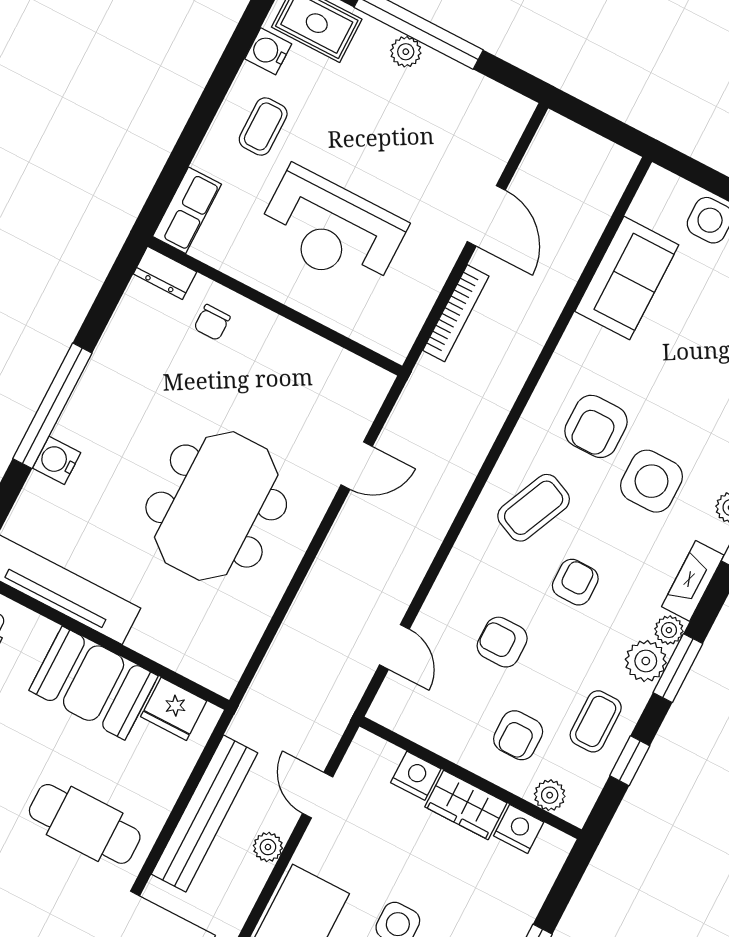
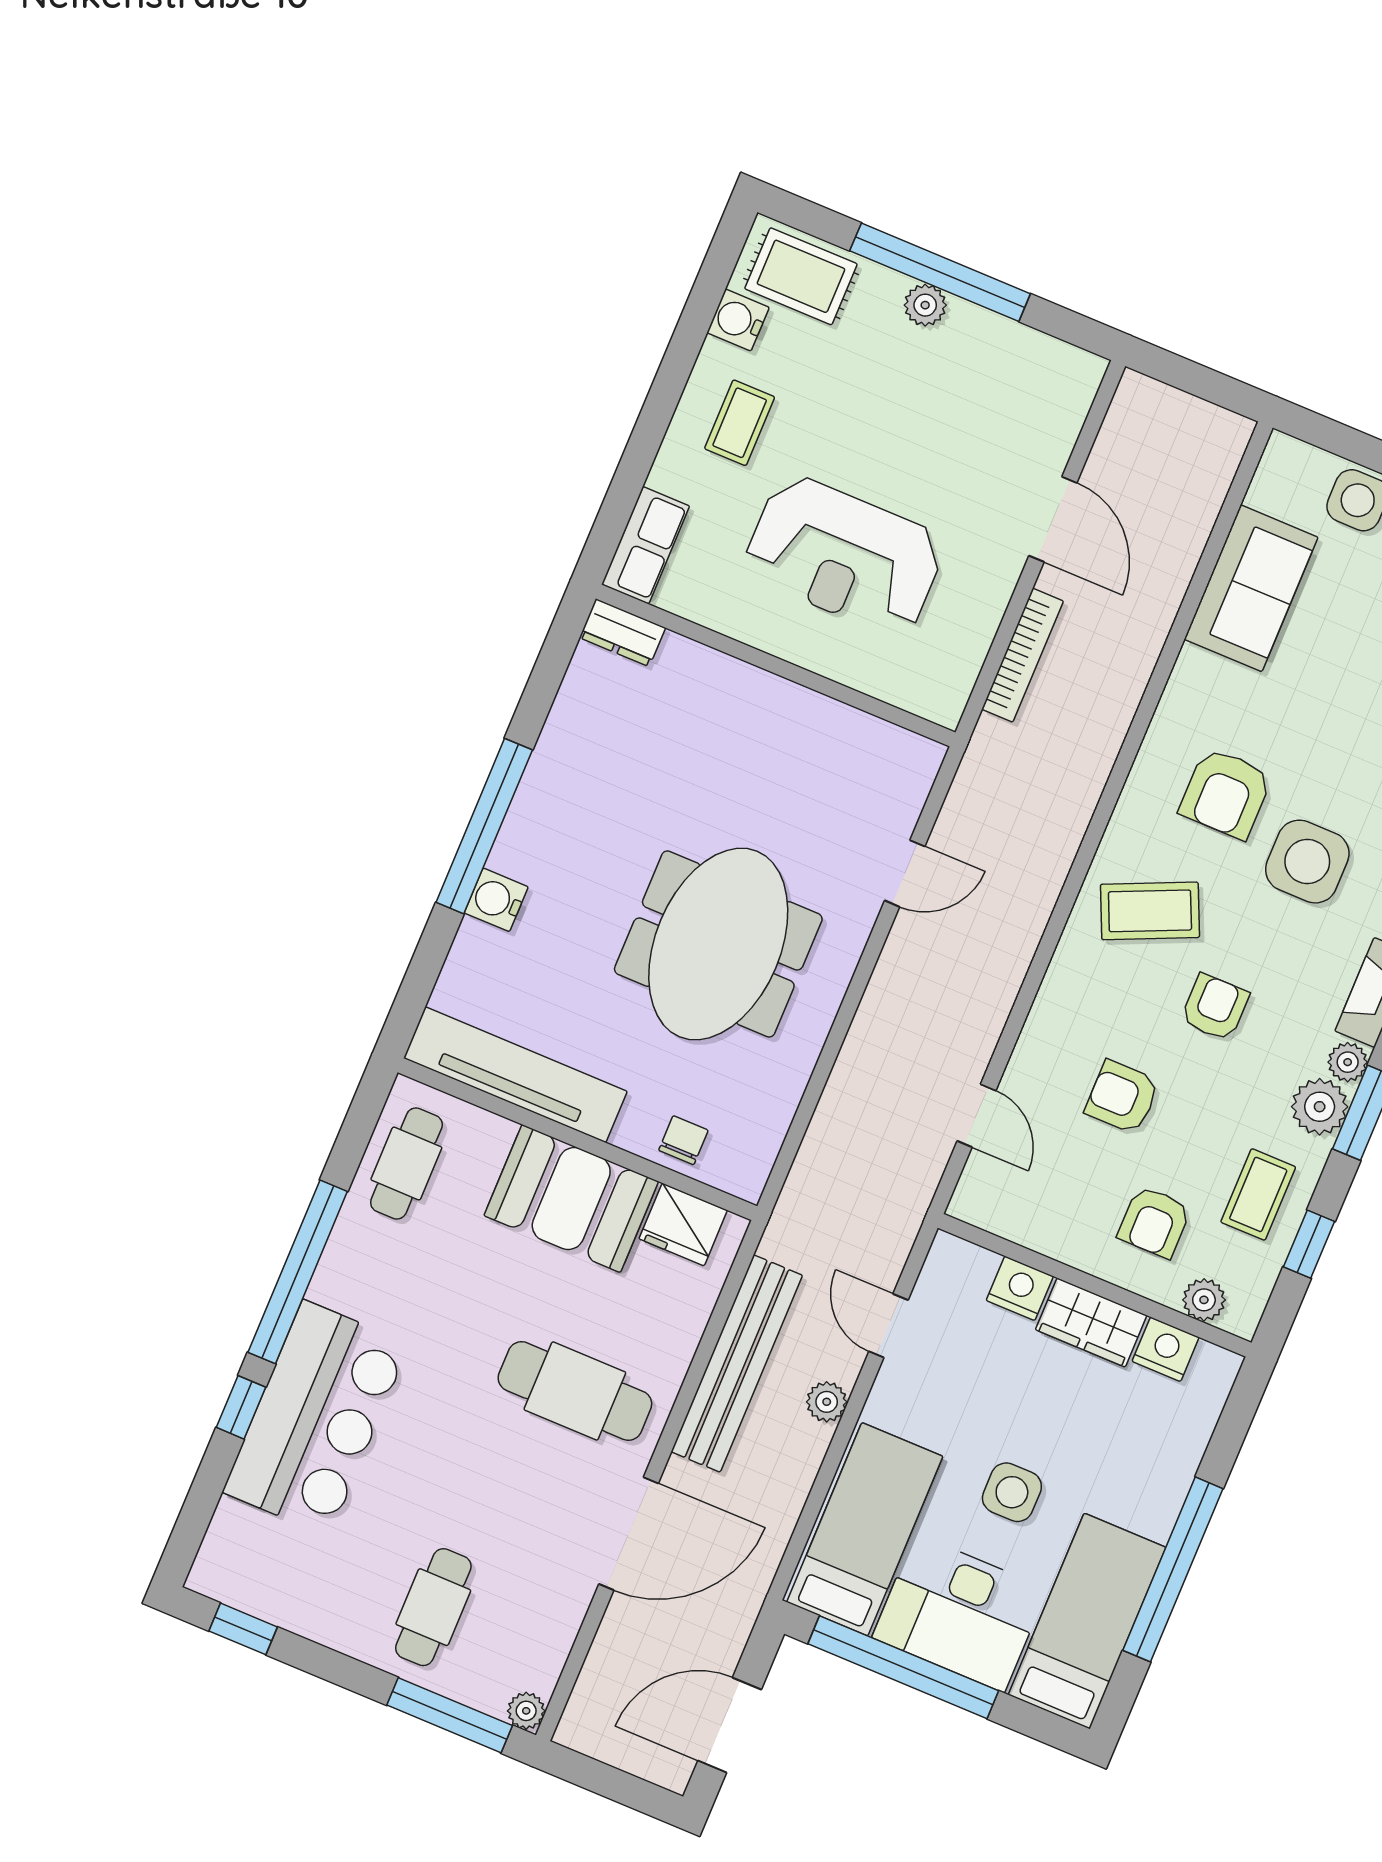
chair: (212, 322) -> (683, 1140), moved, turned 180
coffee table: (534, 508) -> (1150, 911), turned 42

